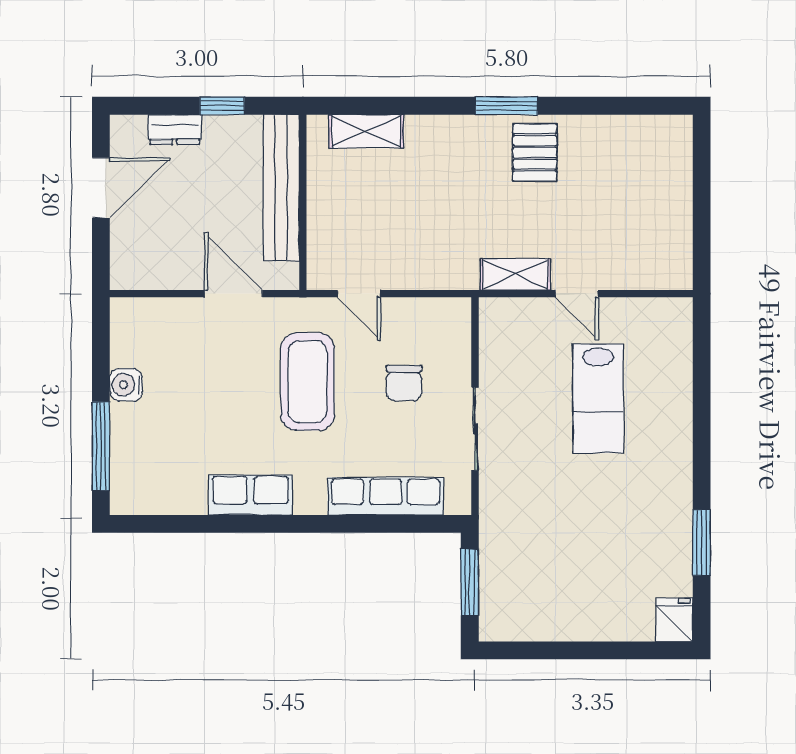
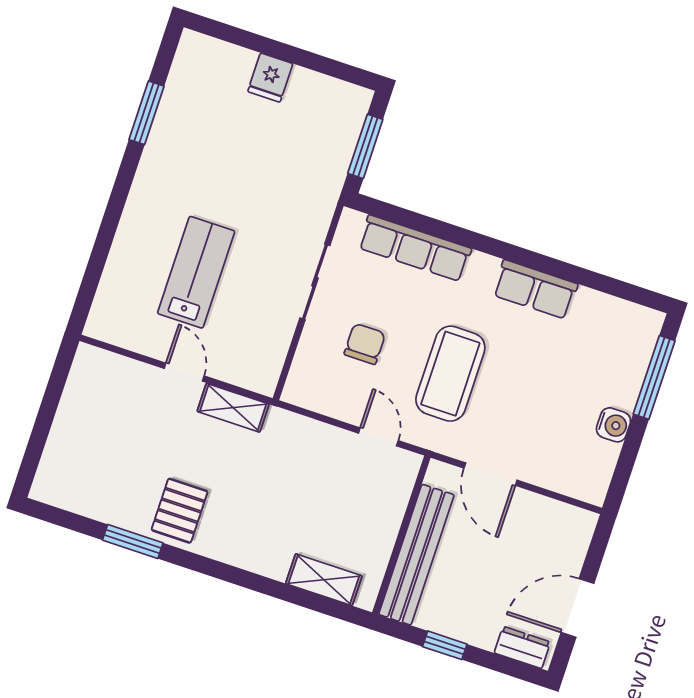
window: (507, 106) -> (133, 541), moved
dresser: (175, 130) -> (522, 647), moved
fridge: (675, 620) -> (270, 78), moved

